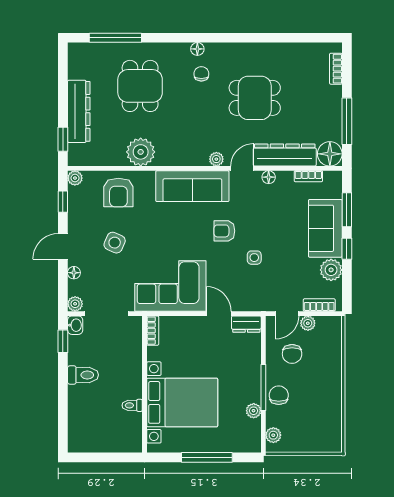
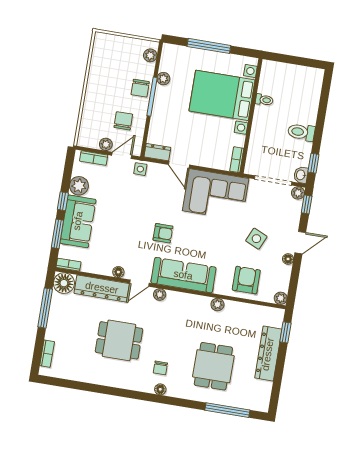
plant: (141, 152) -> (217, 305), width x0.53, depth x0.53
bookcase: (308, 176) -> (69, 265), moved
window: (63, 202) -> (307, 204), moved
side table: (254, 258) -> (140, 169), moved
floor lamp: (74, 273) -> (288, 259), moved

